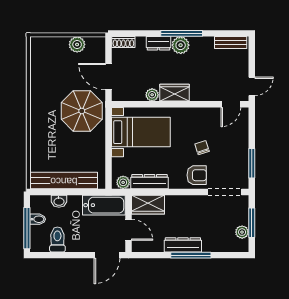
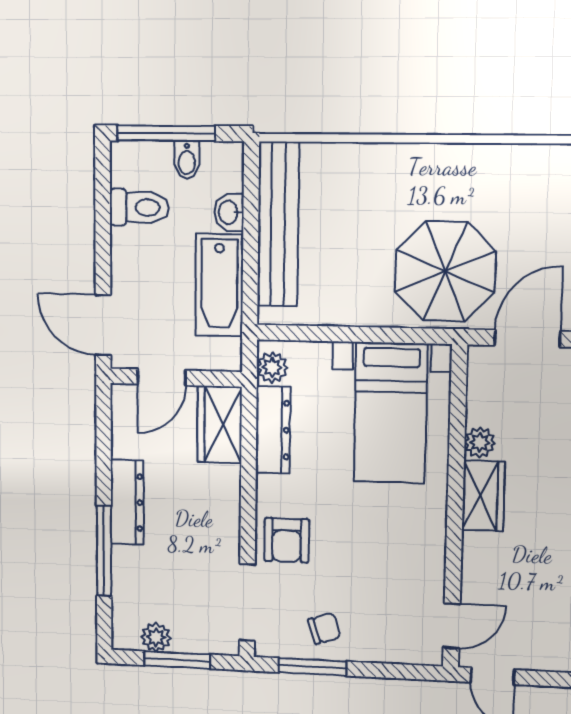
door: (231, 104) -> (452, 626), swing flipped
chair: (202, 148) -> (324, 628), moved
bathtub: (104, 205) -> (219, 285), moved
window: (191, 255) -> (104, 551), moved

